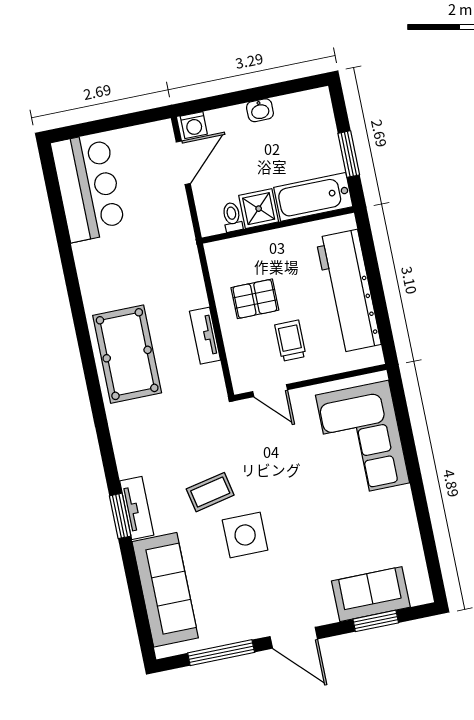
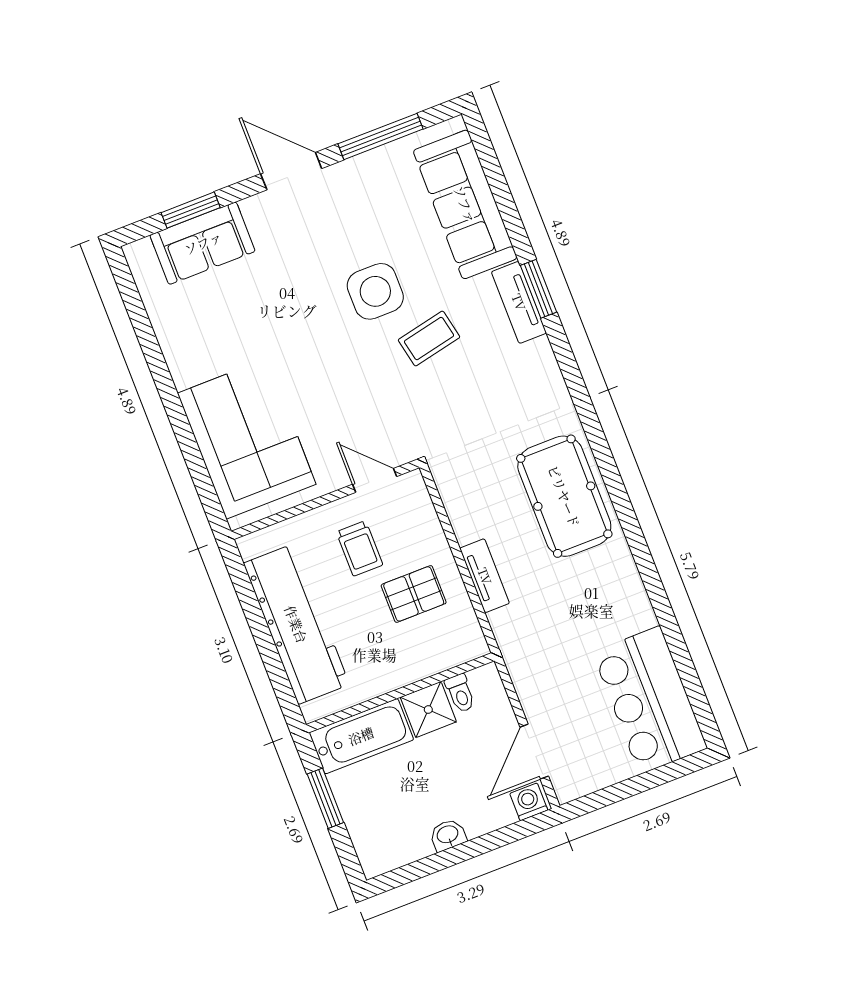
tv unit: (205, 336) -> (485, 576), moved

